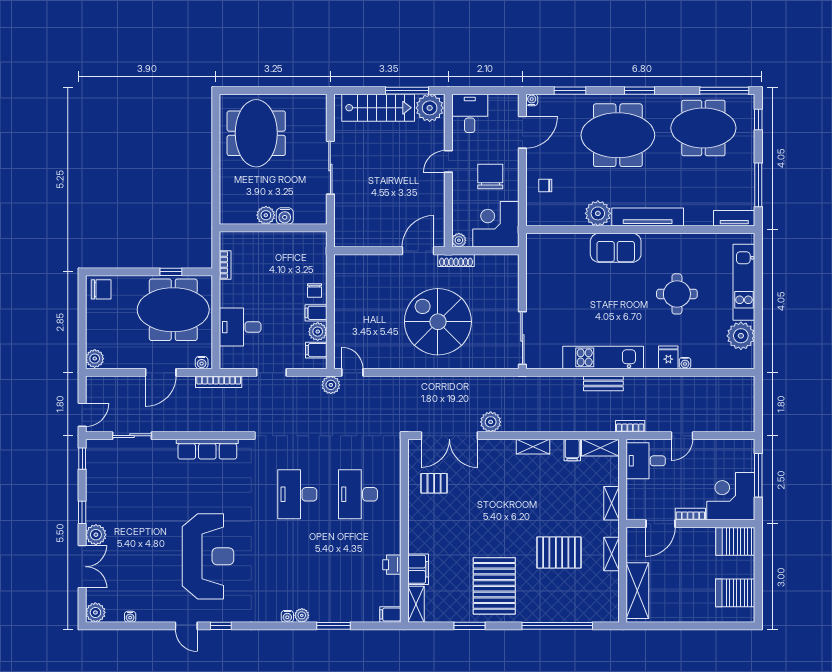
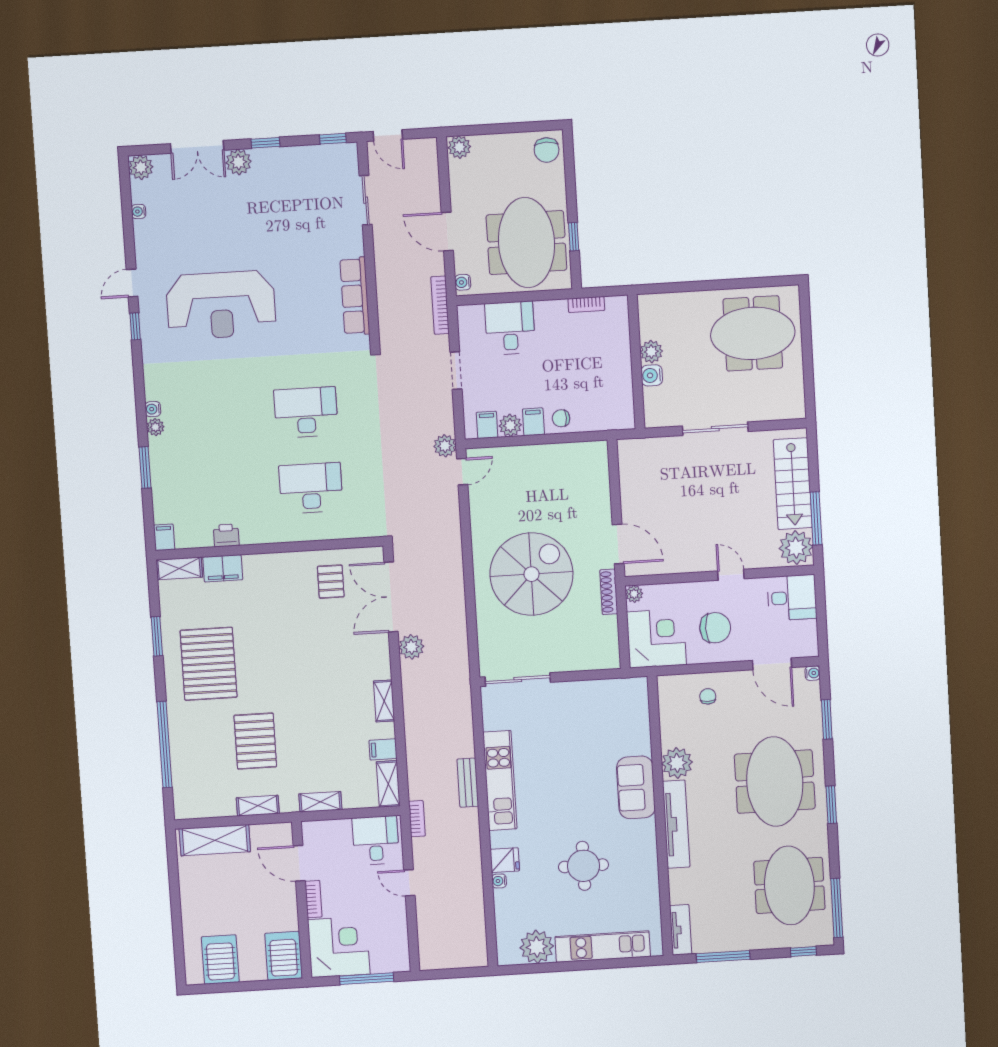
pallet: (494, 586) -> (209, 664), turned 90

